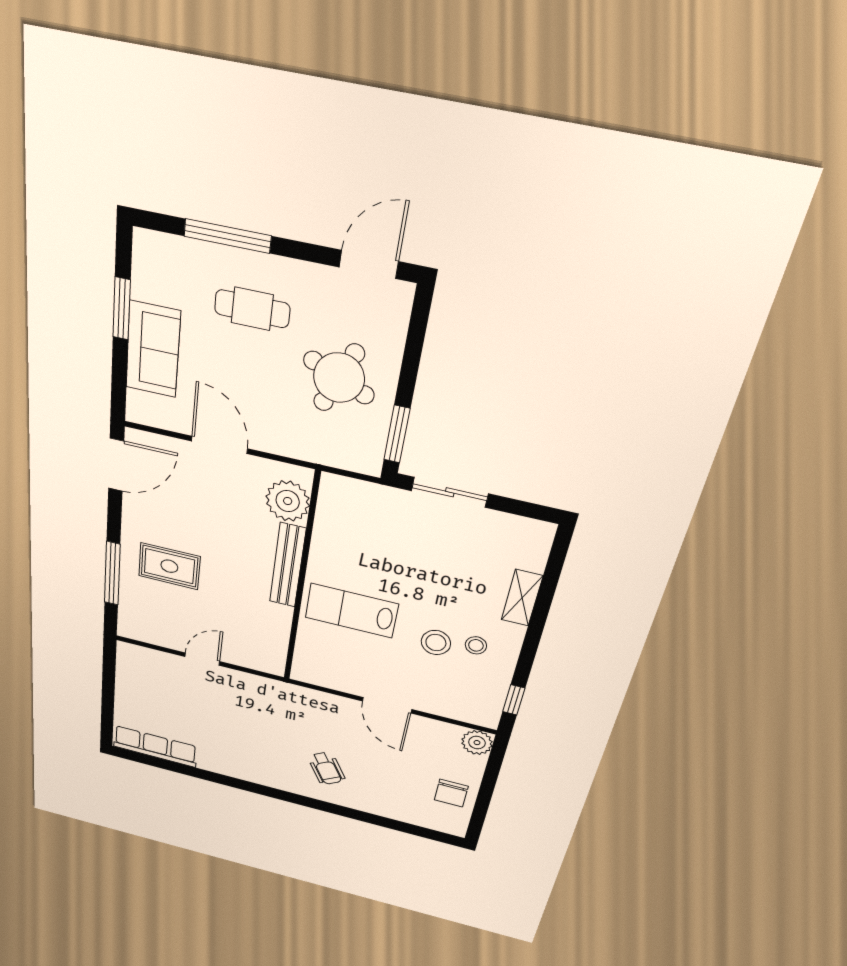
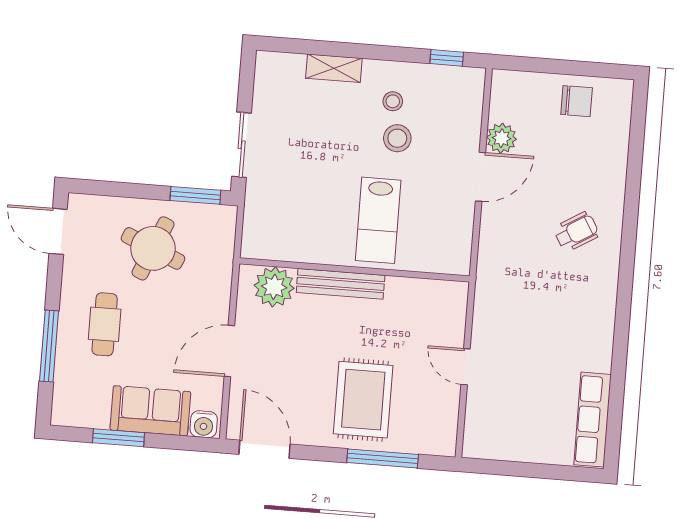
water cooler: (140, 406) -> (204, 424), added
rug: (169, 566) -> (363, 400), width x1.36, depth x1.43
plant: (477, 743) -> (502, 138), moved

